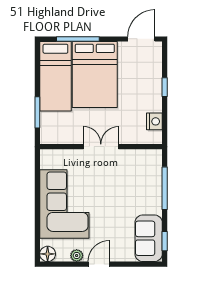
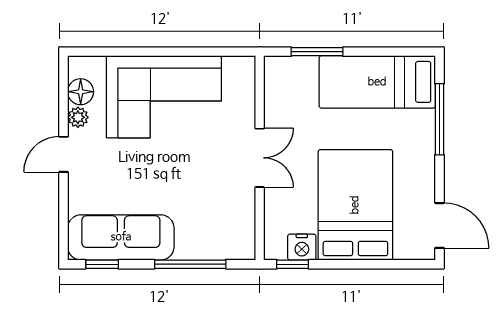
bed: (95, 75) -> (355, 205), moved, turned 90
window: (165, 87) -> (293, 264), moved
sofa: (149, 238) -> (121, 237), width x1.36
floor lamp: (48, 254) -> (81, 92), moved
door: (99, 264) -> (63, 154), swing flipped

